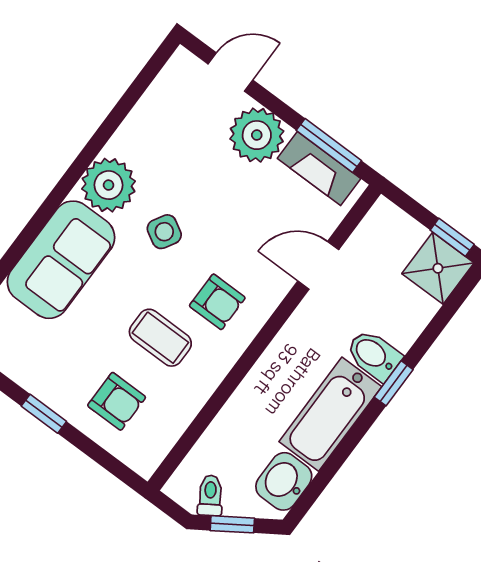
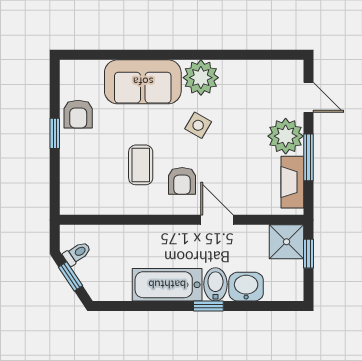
window: (329, 145) -> (308, 157), moved
window: (452, 237) -> (308, 254), moved
door: (318, 265) -> (217, 220), moved
shower: (438, 268) -> (286, 242), moved
armchair: (117, 401) -> (78, 114), moved
washbasin: (284, 481) -> (246, 287), moved

